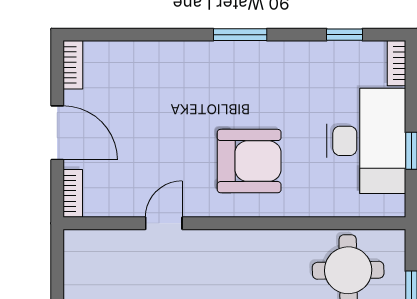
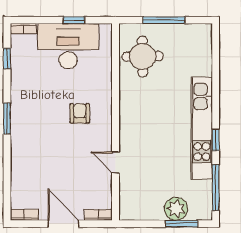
door: (57, 133) -> (63, 224), hinge flipped
armchair: (249, 161) -> (80, 113), width x0.53, depth x0.53

